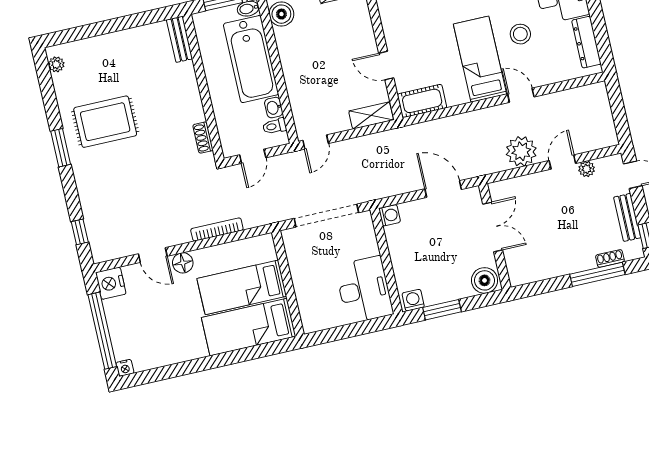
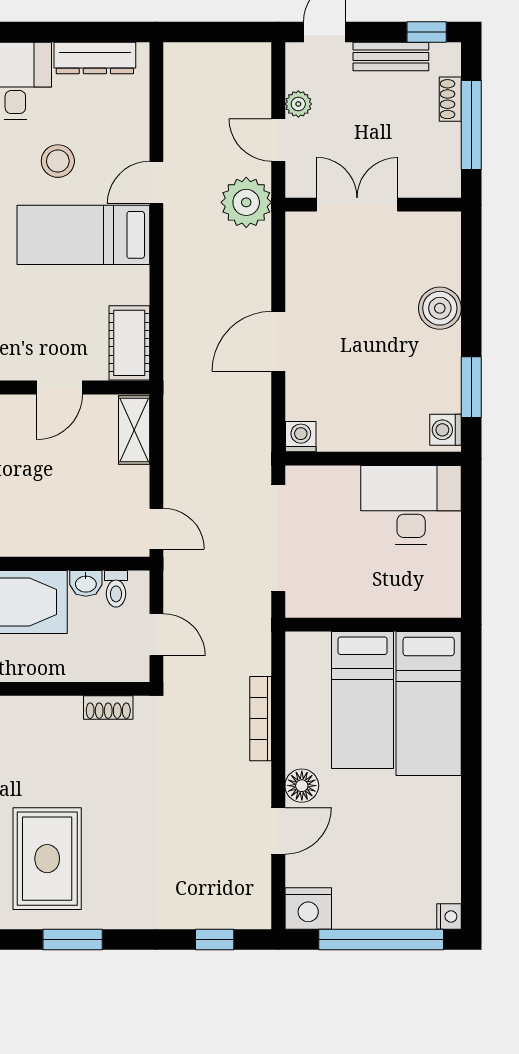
double door: (493, 227) -> (357, 205), moved
wall: (495, 236) -> (373, 205), moved

